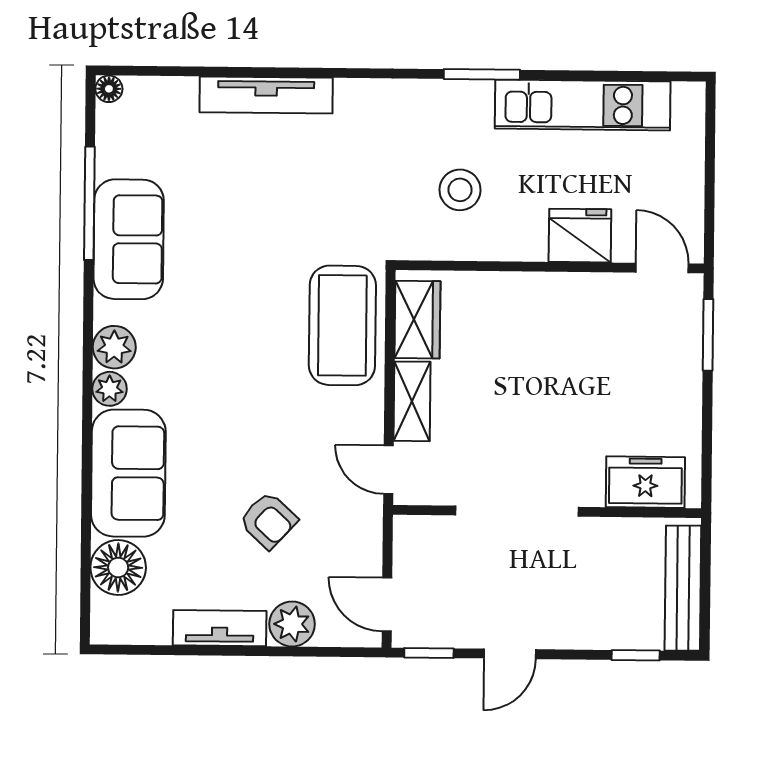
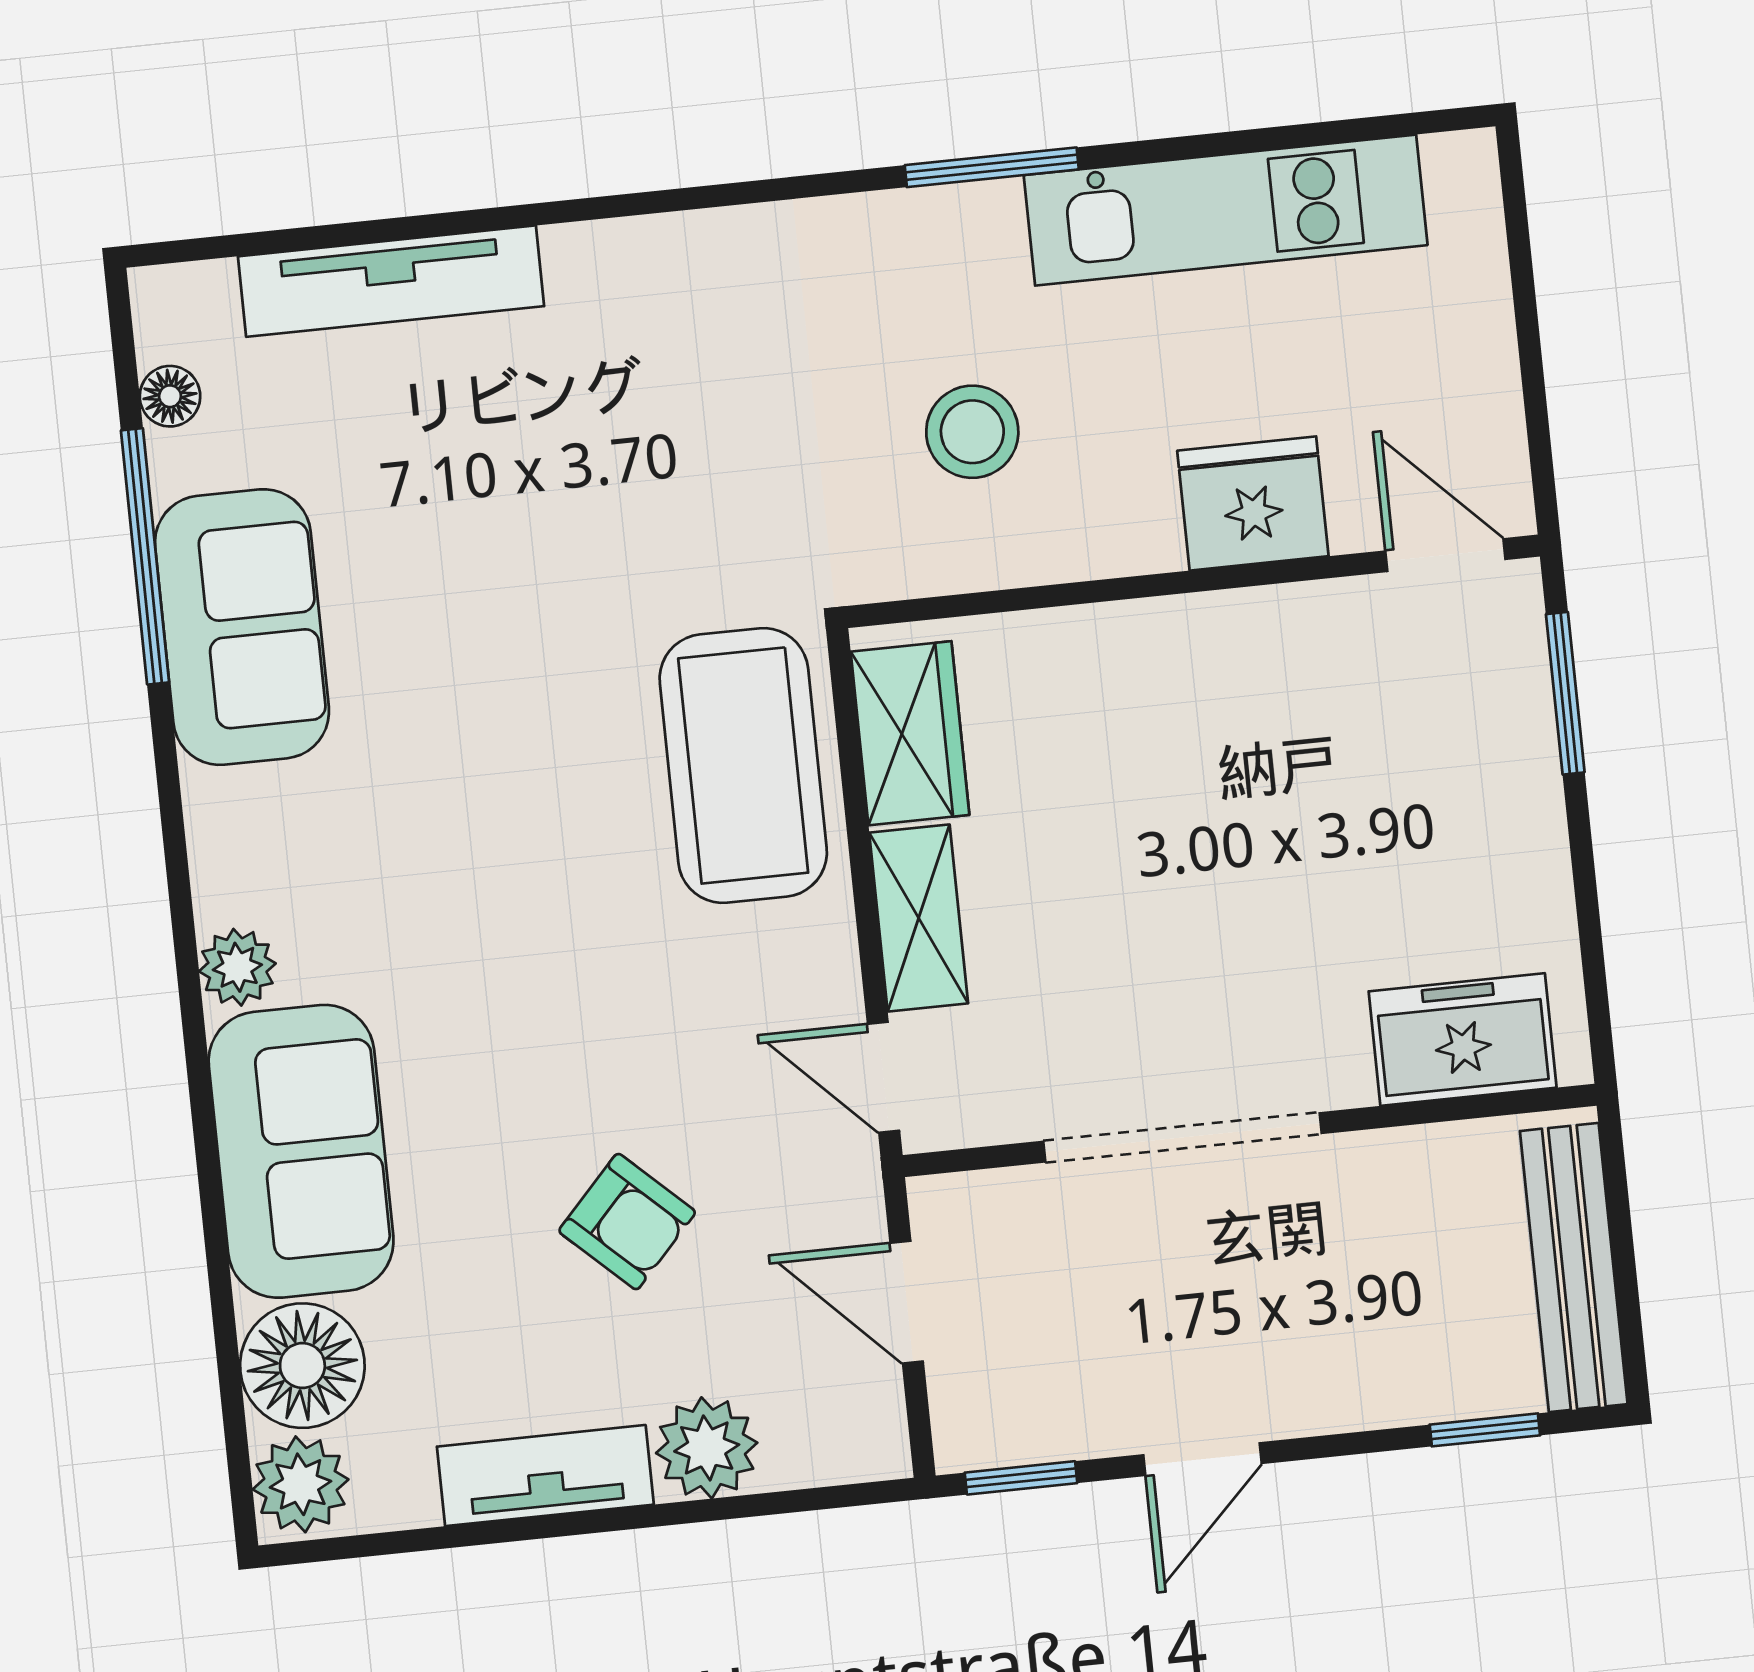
floor lamp: (109, 89) -> (170, 396), moved
tv unit: (266, 95) -> (391, 281), moved
plant: (114, 347) -> (301, 1484), moved
door: (387, 605) -> (907, 1302), moved

